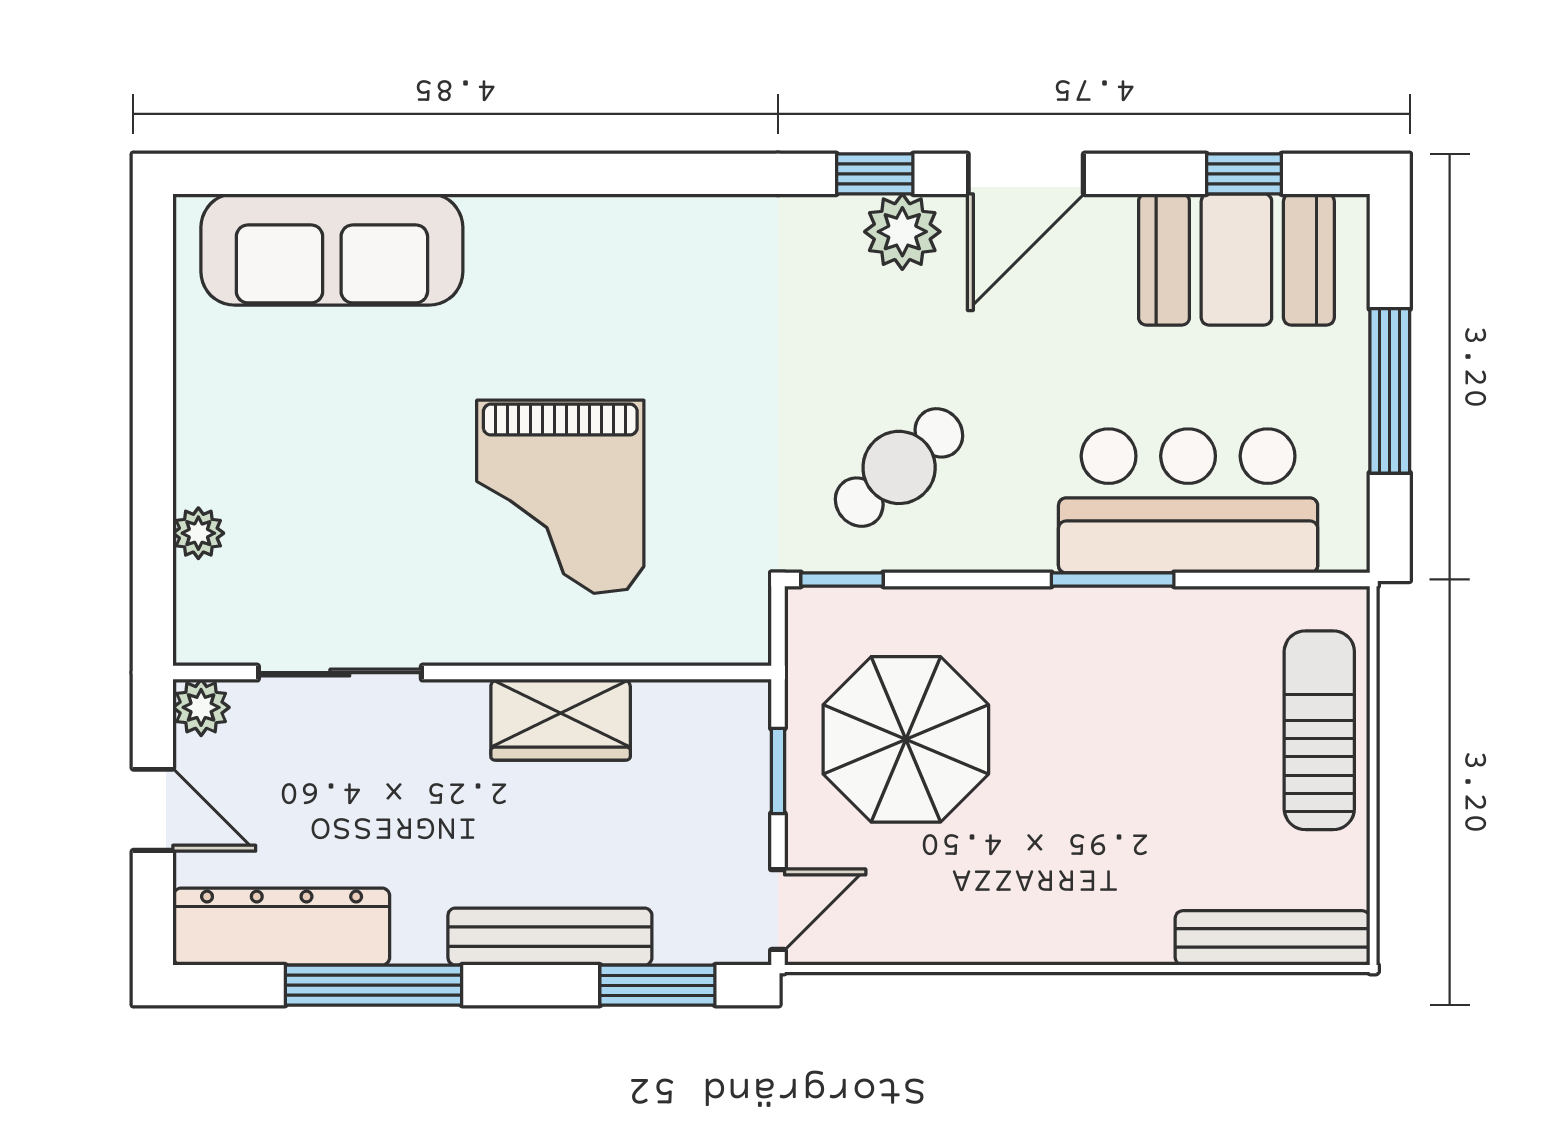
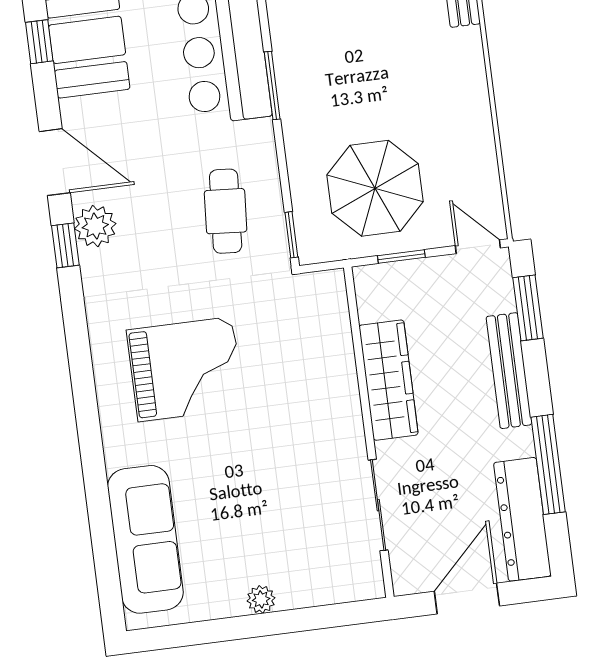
cafe table: (899, 467) -> (226, 211), turned 45
grand piano: (560, 497) -> (185, 369), moved
plant: (198, 533) -> (261, 599), moved
plant: (201, 707) -> (407, 579), removed
wardrobe: (561, 720) -> (389, 380), width x1.50
door: (153, 810) -> (467, 599), width x1.38

